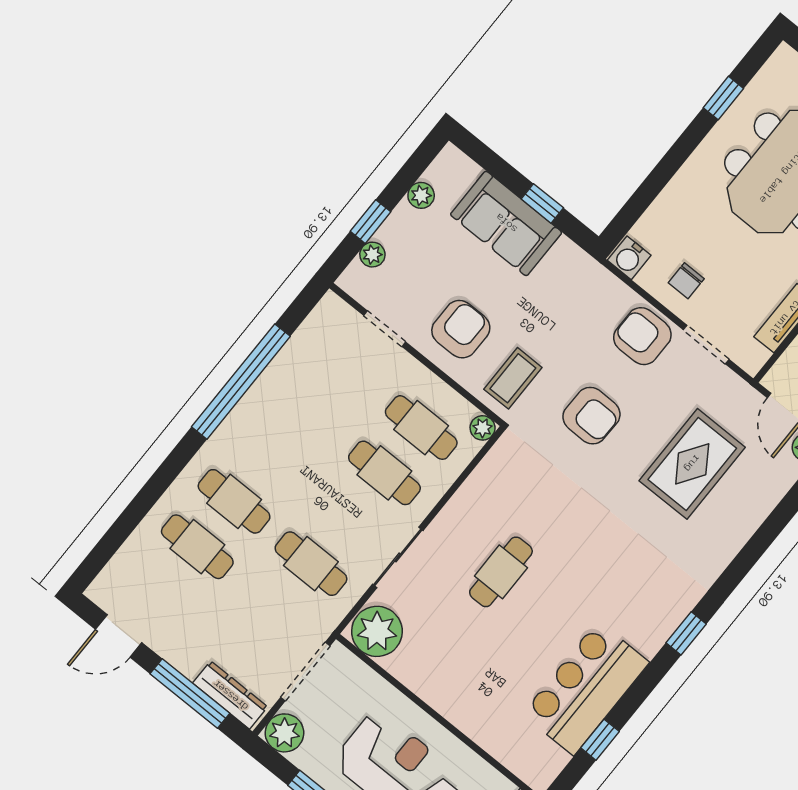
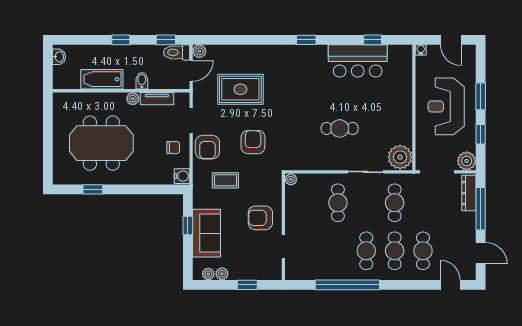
plant: (372, 255) -> (208, 274), moved
coffee table: (513, 378) -> (225, 180), moved
cafe table: (421, 428) -> (366, 251), moved
door: (107, 546) -> (450, 285), added

